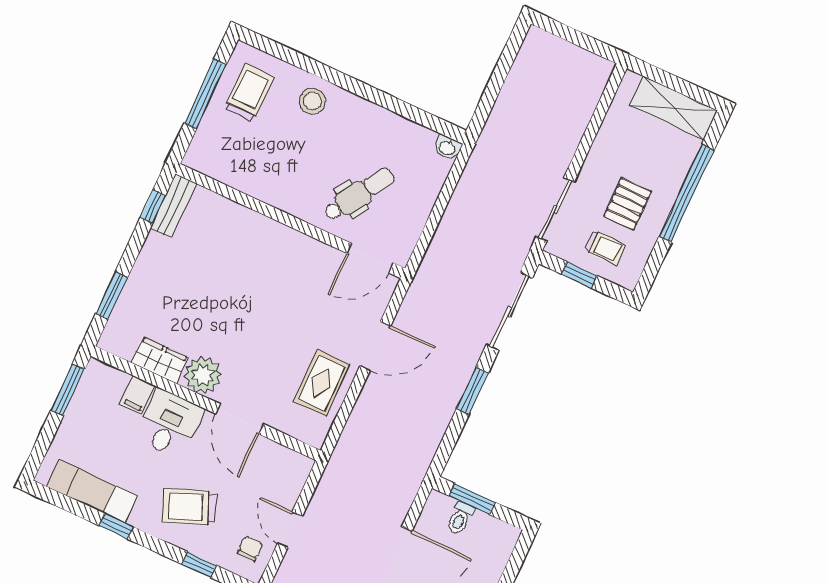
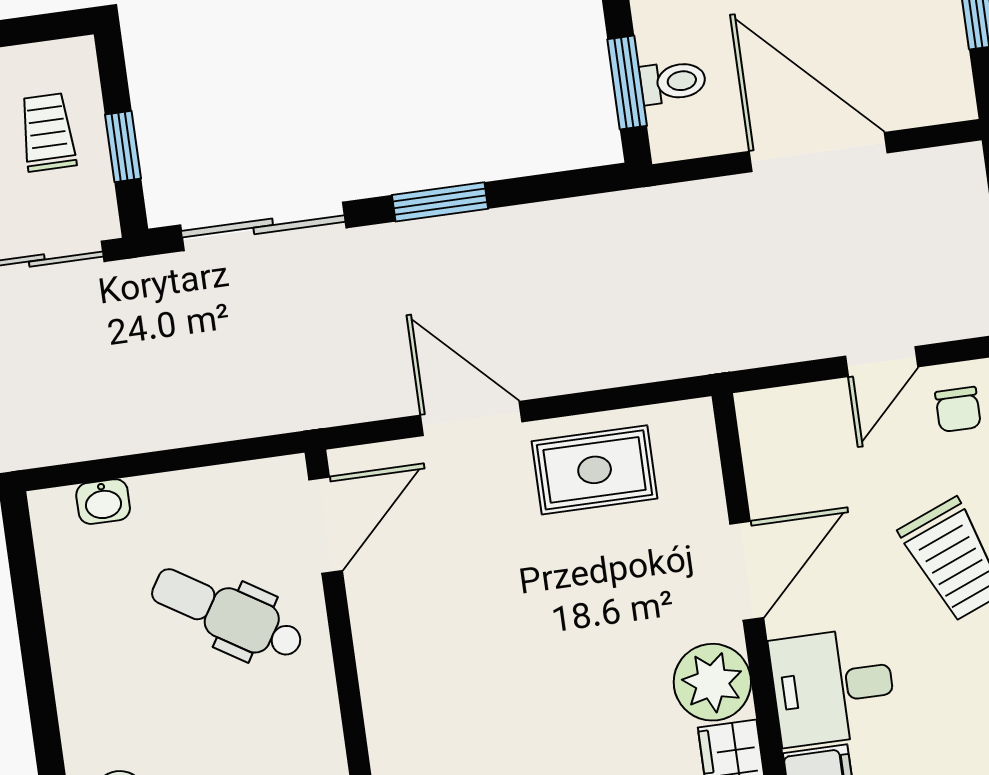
washbasin: (448, 148) -> (103, 502), moved, turned 90
door: (370, 258) -> (326, 525), hinge flipped
chair: (250, 548) -> (958, 409), turned -90

